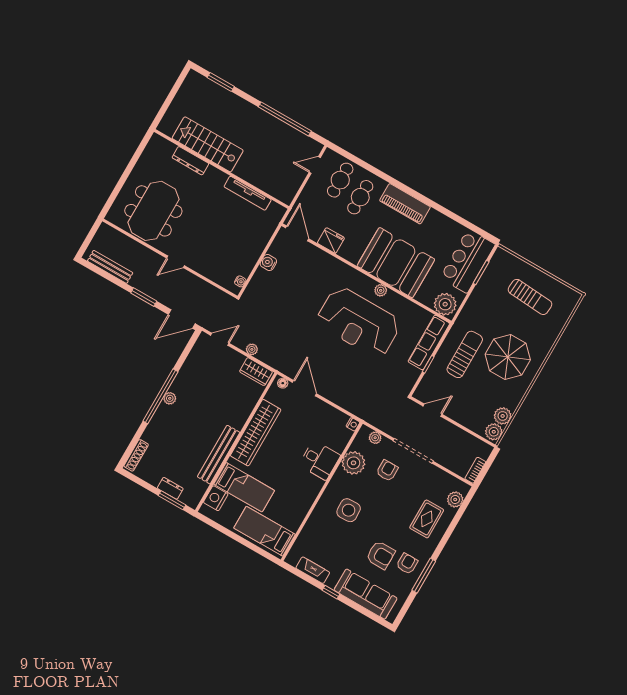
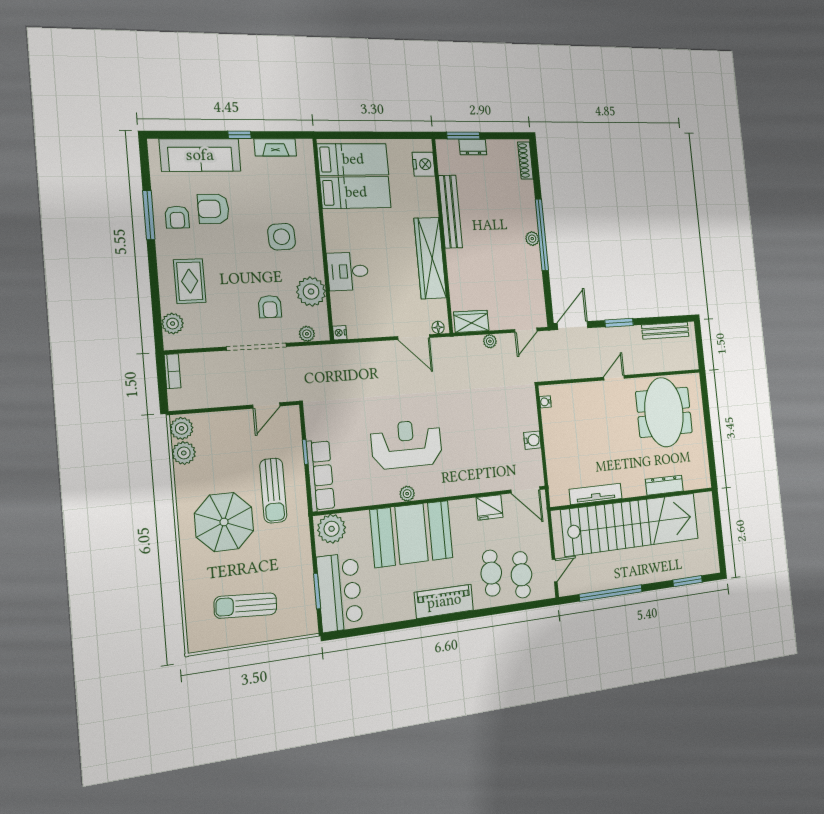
stairs: (208, 144) -> (631, 524), width x1.86, depth x1.51
reception desk: (359, 322) -> (407, 444), width x0.74, depth x0.77
bed: (244, 487) -> (356, 192), moved, turned 180

